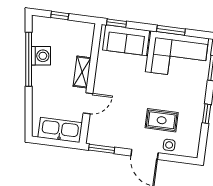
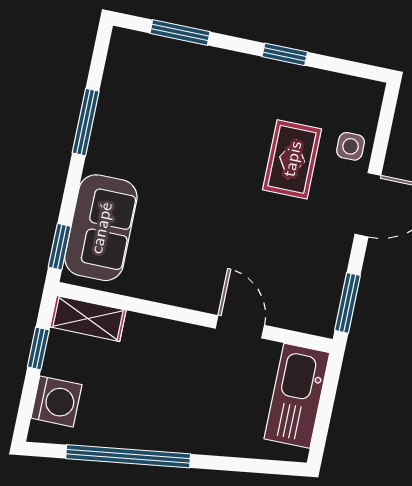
window: (60, 16) -> (38, 348), moved
corner sofa: (177, 55) -> (144, 113), removed
washing machine: (41, 56) -> (56, 401), moved, turned 98
shelving: (82, 72) -> (88, 319), moved

